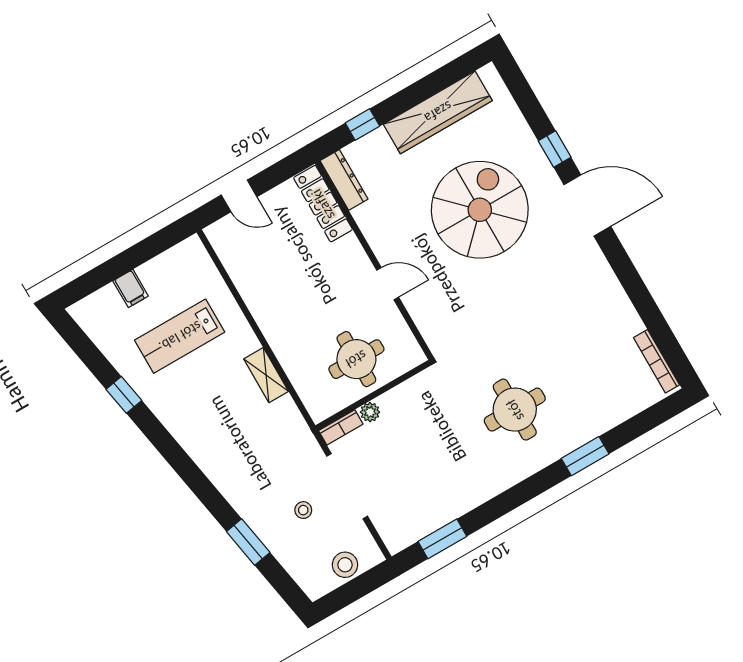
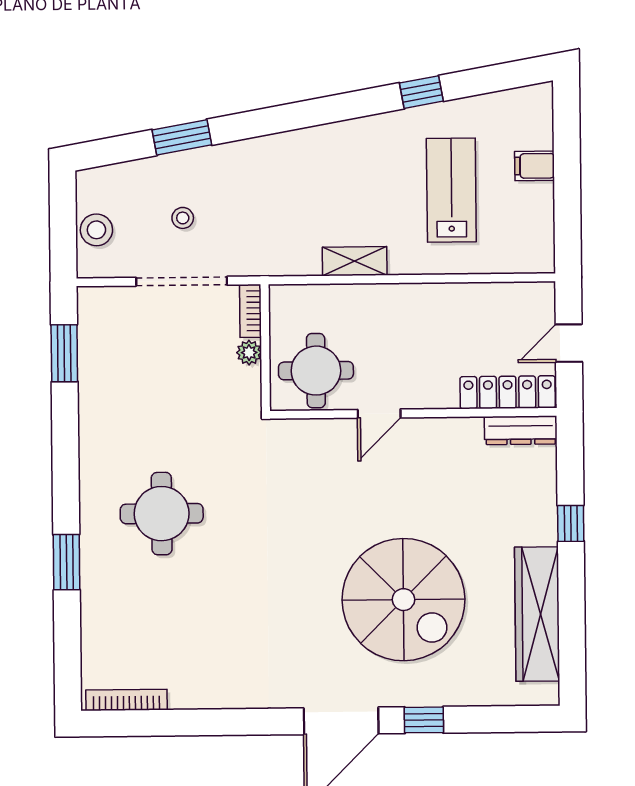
dresser: (344, 180) -> (521, 430), moved
locker: (323, 204) -> (508, 392), moved
wall: (374, 260) -> (413, 413), moved
door: (388, 284) -> (379, 414), moved

